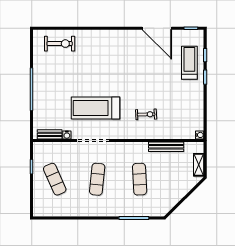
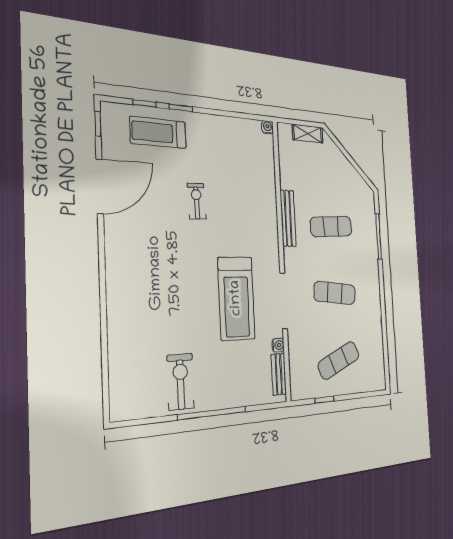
exercise bike: (60, 44) -> (181, 382), moved
exercise bike: (146, 114) -> (197, 201), moved
bench: (166, 147) -> (288, 218), moved

